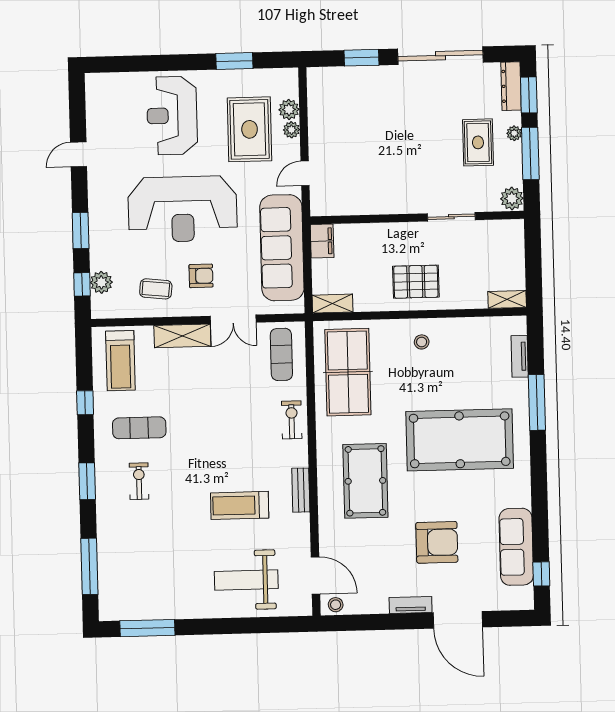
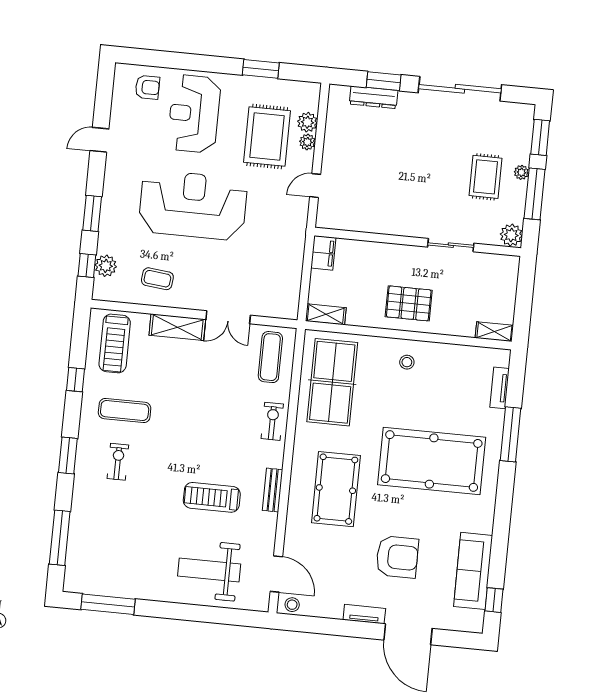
dresser: (511, 86) -> (374, 97), moved, turned -90
reception desk: (183, 209) -> (193, 205), turned 180
sofa: (282, 248) -> (284, 254), removed
armchair: (201, 276) -> (147, 87), moved

